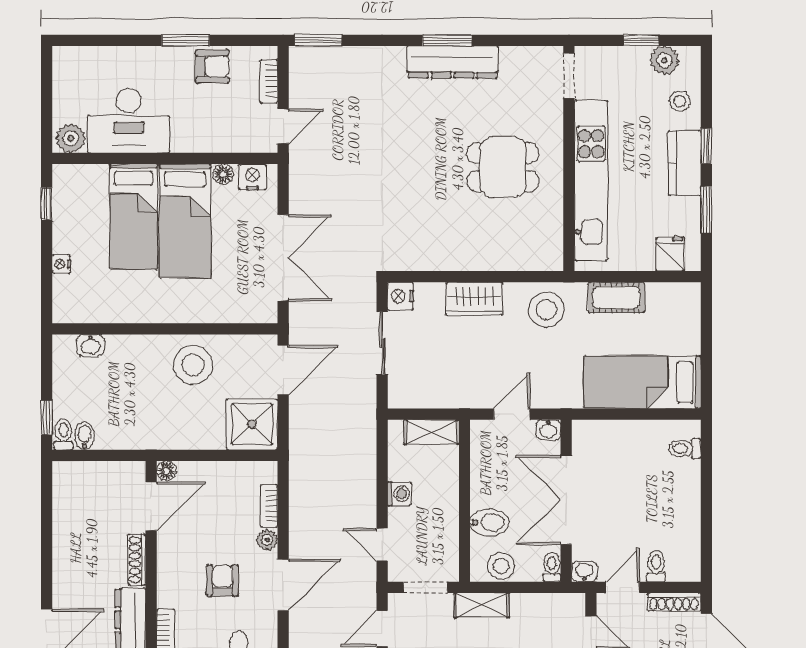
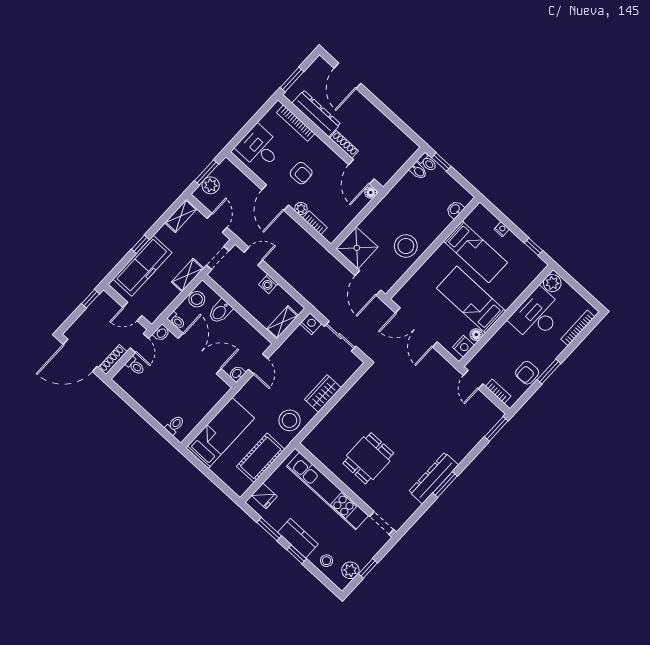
bookcase: (97, 54) -> (578, 328), added
bed: (134, 217) -> (475, 252), moved, turned 180
nightstand: (400, 296) -> (311, 324), moved
cot: (616, 298) -> (261, 458), width x1.37, depth x1.34

